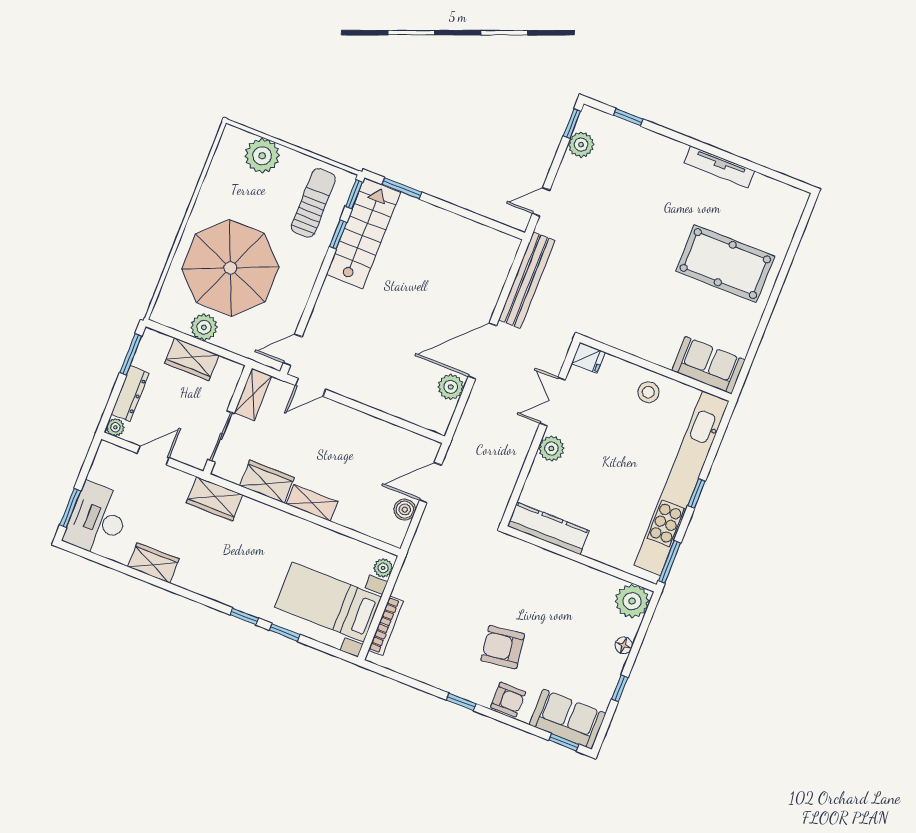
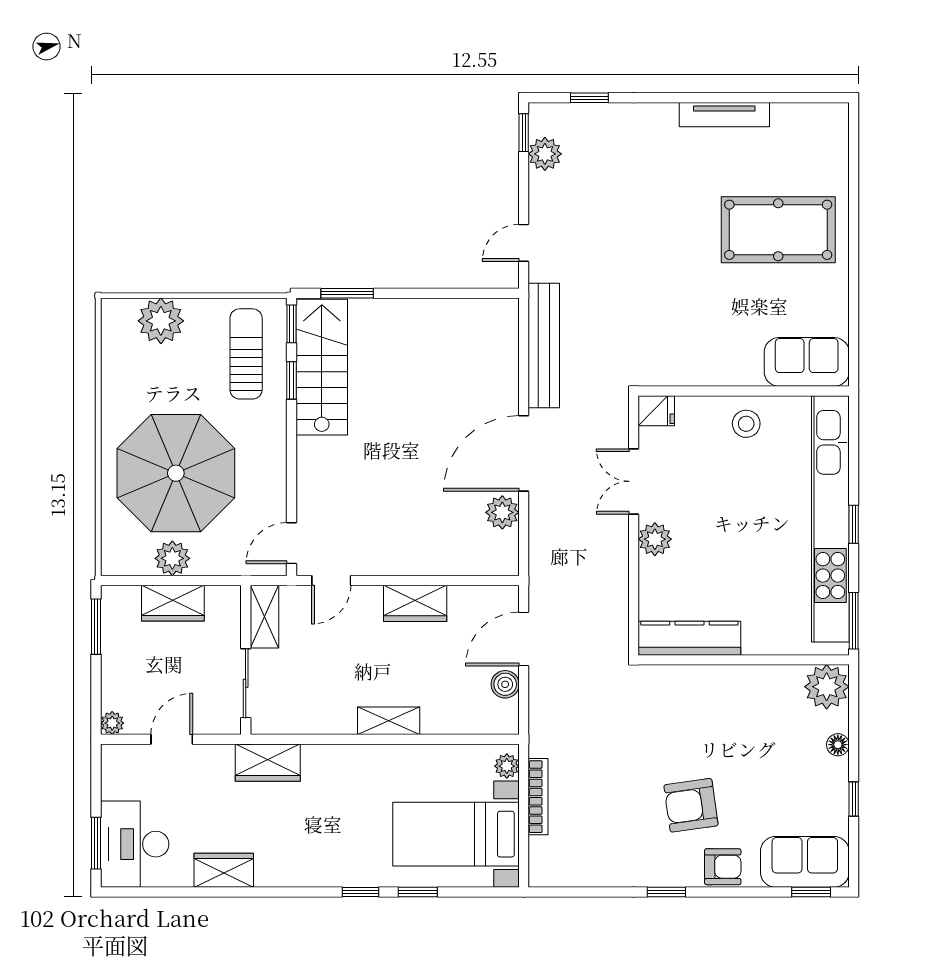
dresser: (130, 393) -> (114, 675), removed
wardrobe: (267, 482) -> (415, 603), moved, turned 180
bookcase: (386, 626) -> (538, 797), moved

